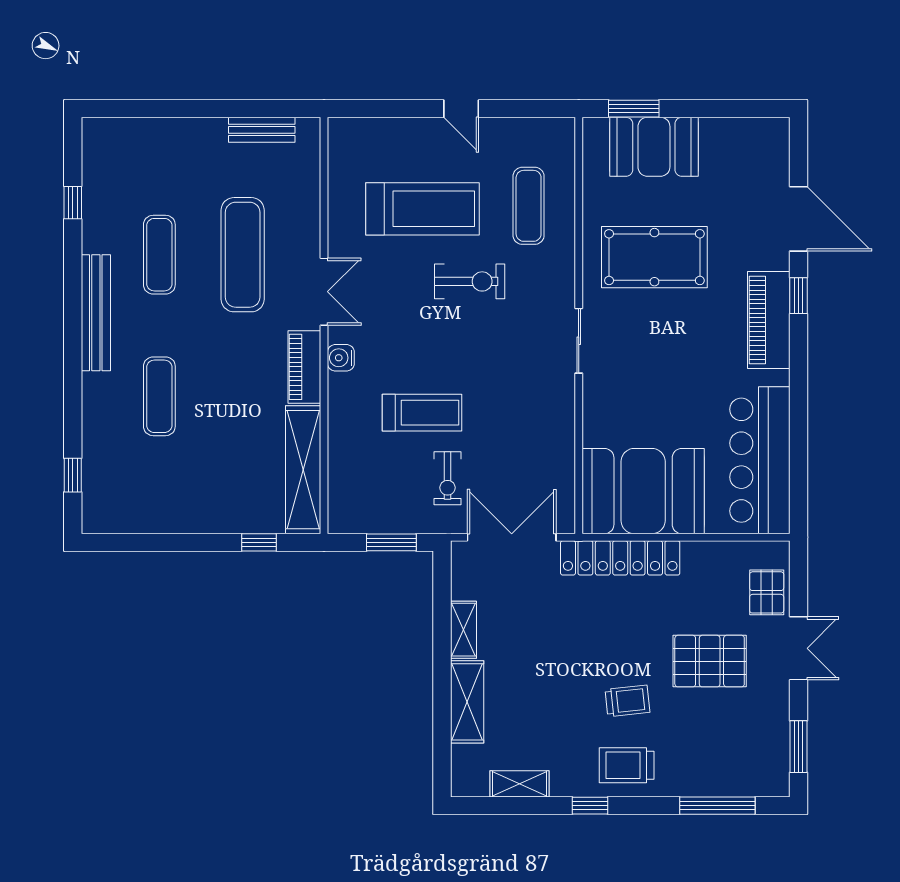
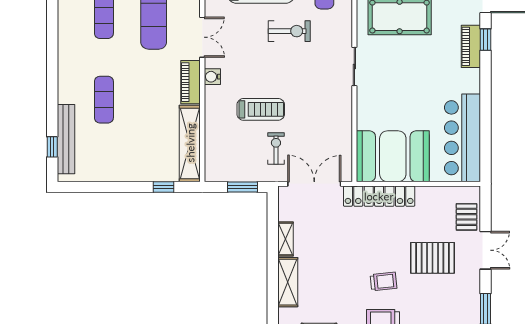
bench: (96, 313) -> (66, 139), moved
piano: (769, 320) -> (471, 46), width x0.73, depth x0.75
exercise bike: (447, 478) -> (276, 149), turned 180

